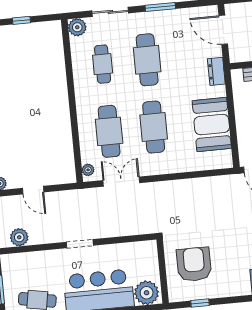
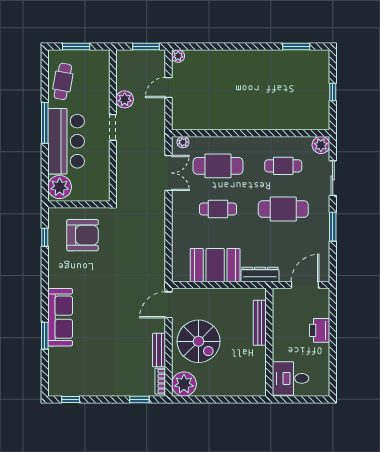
dresser: (216, 71) -> (260, 274), width x1.44
cafe table: (154, 127) -> (218, 209), width x0.73, depth x0.74
plant: (19, 237) -> (125, 99), moved

